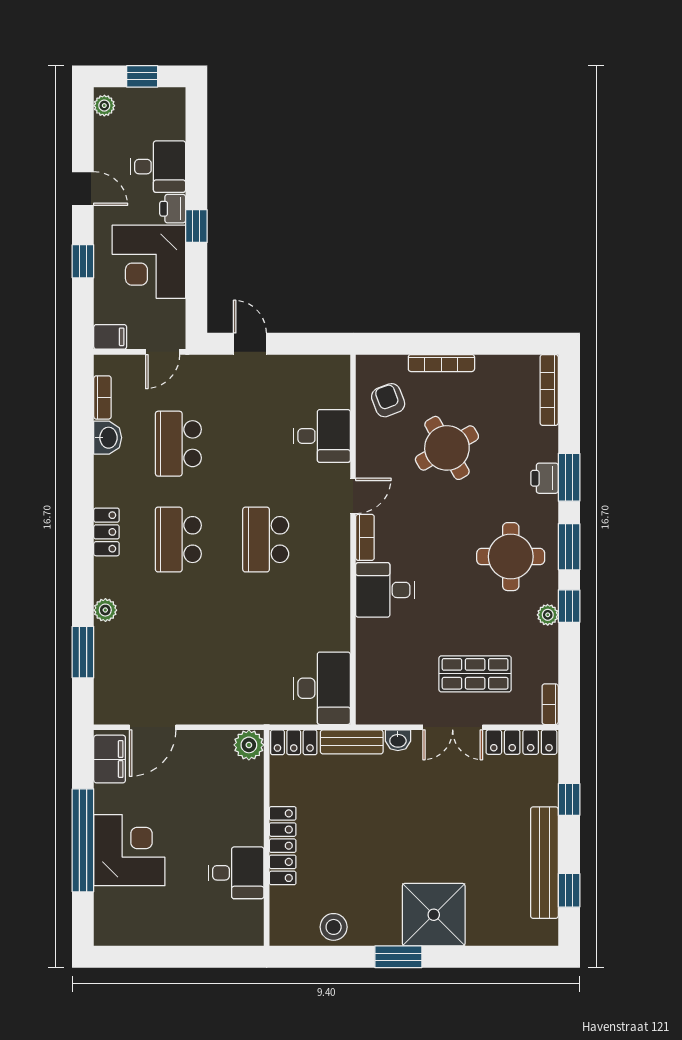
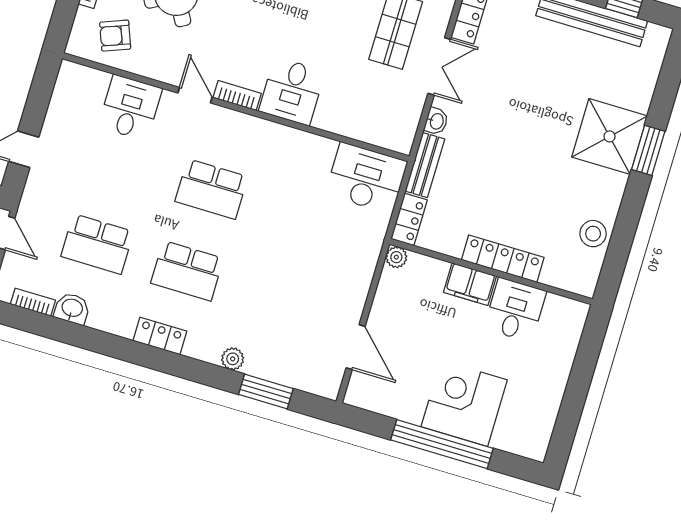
plant: (249, 745) -> (396, 257), width x0.73, depth x0.73
filing cabinet: (110, 759) -> (470, 284), moved, turned 180
window: (398, 957) -> (648, 150), moved

